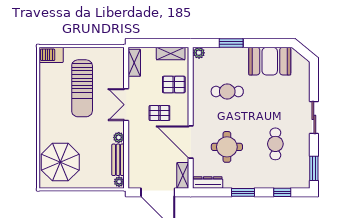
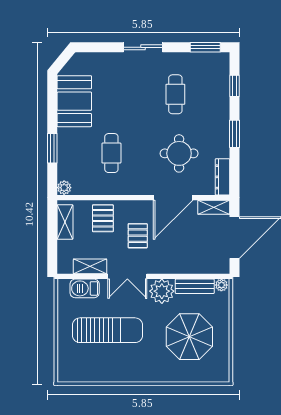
barbecue: (51, 55) -> (85, 288), moved, turned 90
shelving: (134, 63) -> (90, 266), moved
plant: (119, 137) -> (162, 291), width x1.88, depth x1.88
cafe table: (275, 144) -> (175, 94), turned 90
parasol: (60, 162) -> (189, 337), moved

